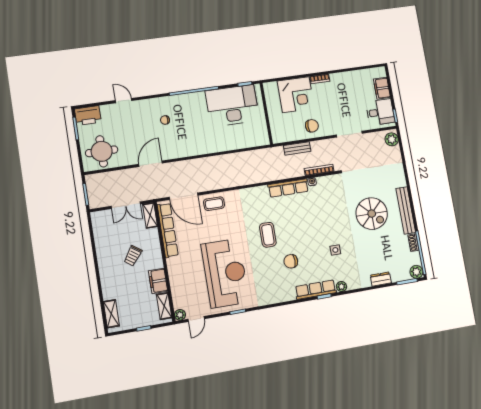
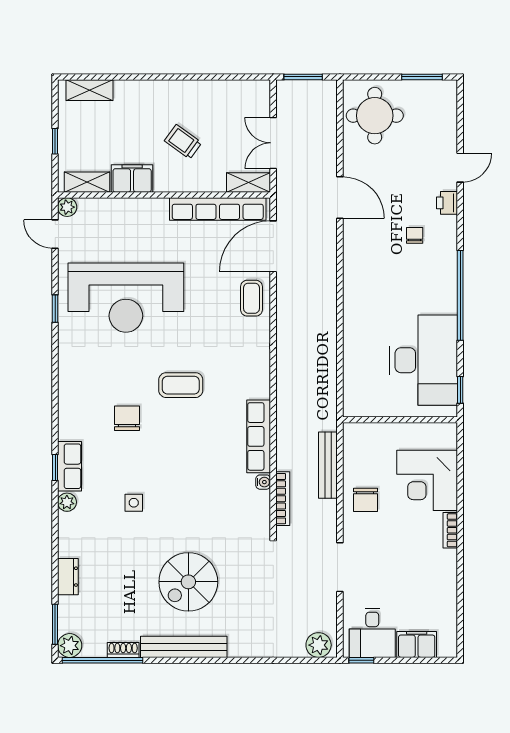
printer: (88, 116) -> (447, 203), moved, width x0.53, depth x0.68
bench: (297, 148) -> (328, 465), width x1.36
row of seats: (316, 290) -> (70, 466), width x0.68

